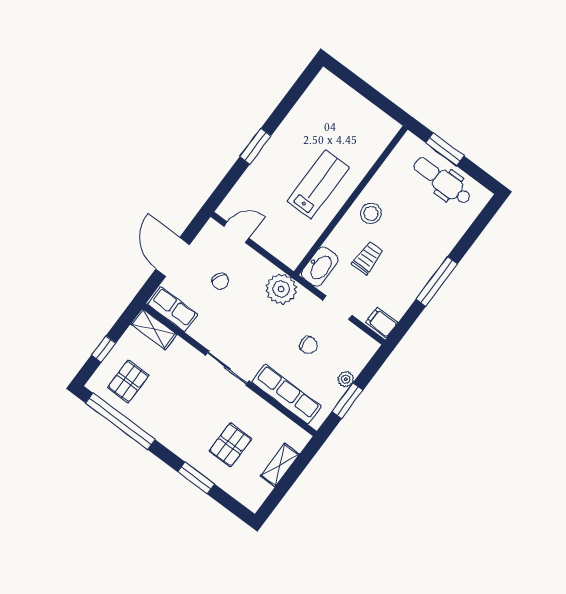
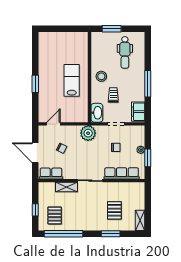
dental chair: (442, 181) -> (125, 52), moved, turned -90
filing cabinet: (382, 323) -> (138, 112), width x2.00
shelving: (154, 329) -> (66, 187), moved
shelving: (280, 465) -> (140, 220), moved

